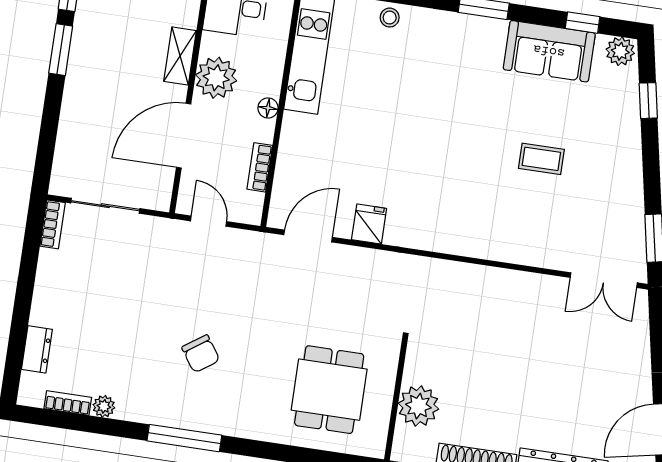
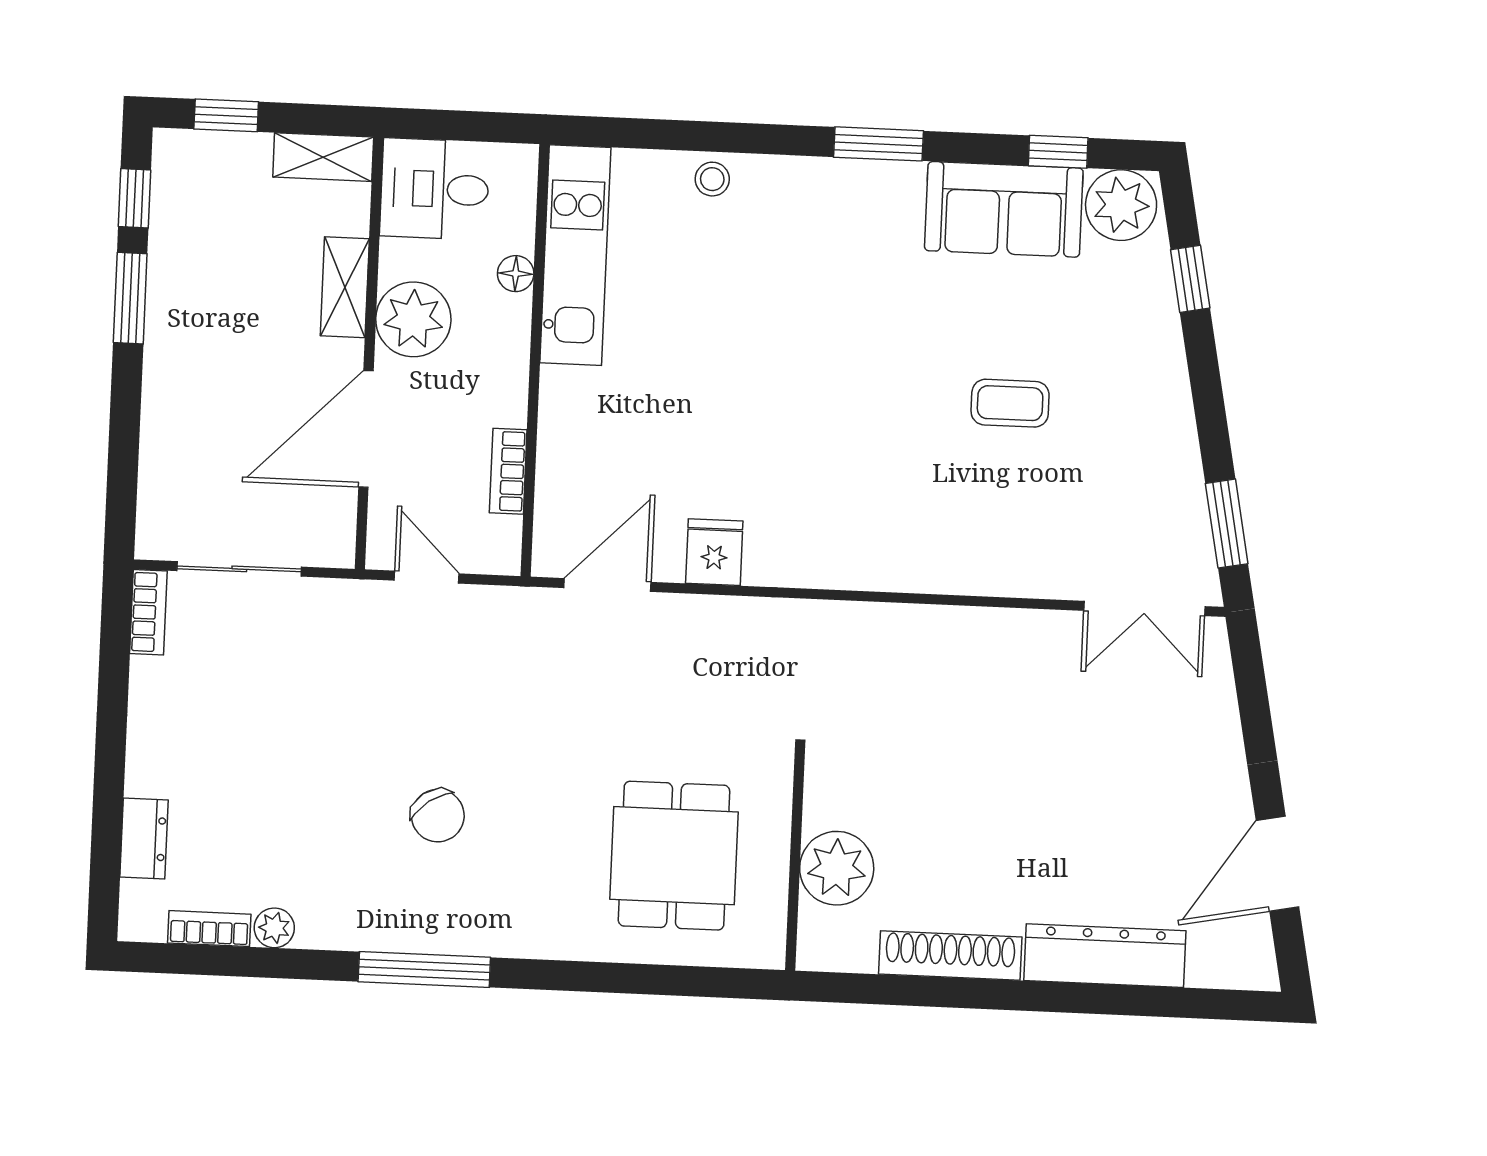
plant: (620, 51) -> (1121, 205), width x1.36, depth x1.36
floor lamp: (268, 108) -> (516, 274), moved

